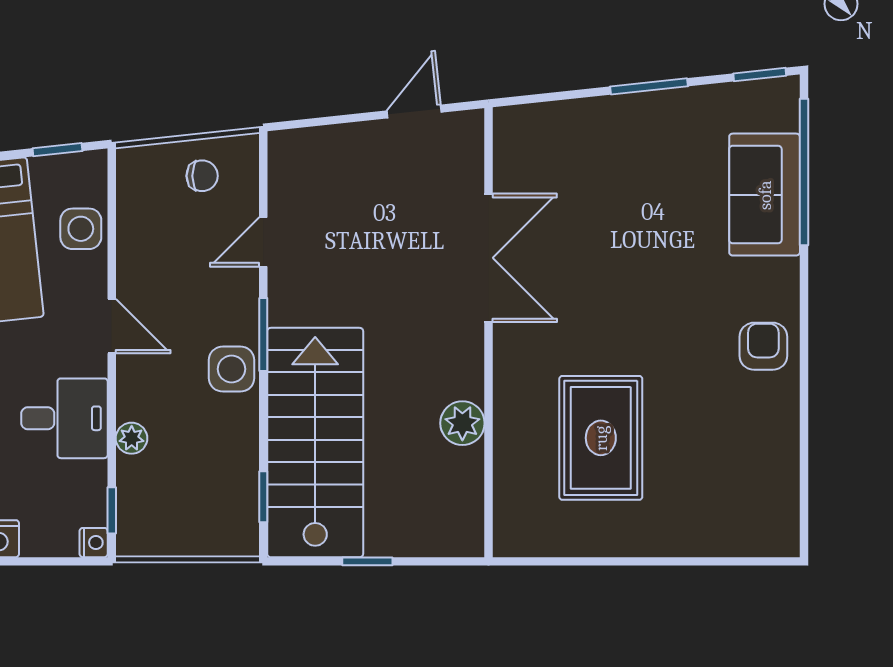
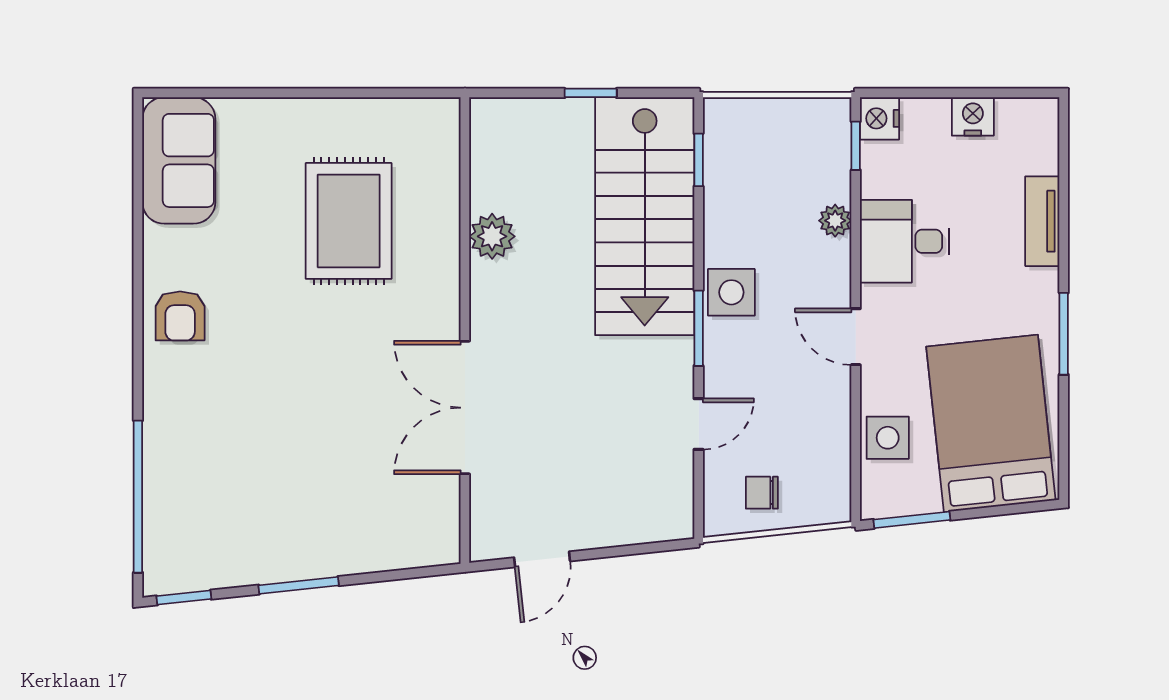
window: (57, 150) -> (912, 520), width x1.50
sofa: (765, 195) -> (179, 160), moved
nightstand: (94, 543) -> (879, 118), width x1.39, depth x1.35

